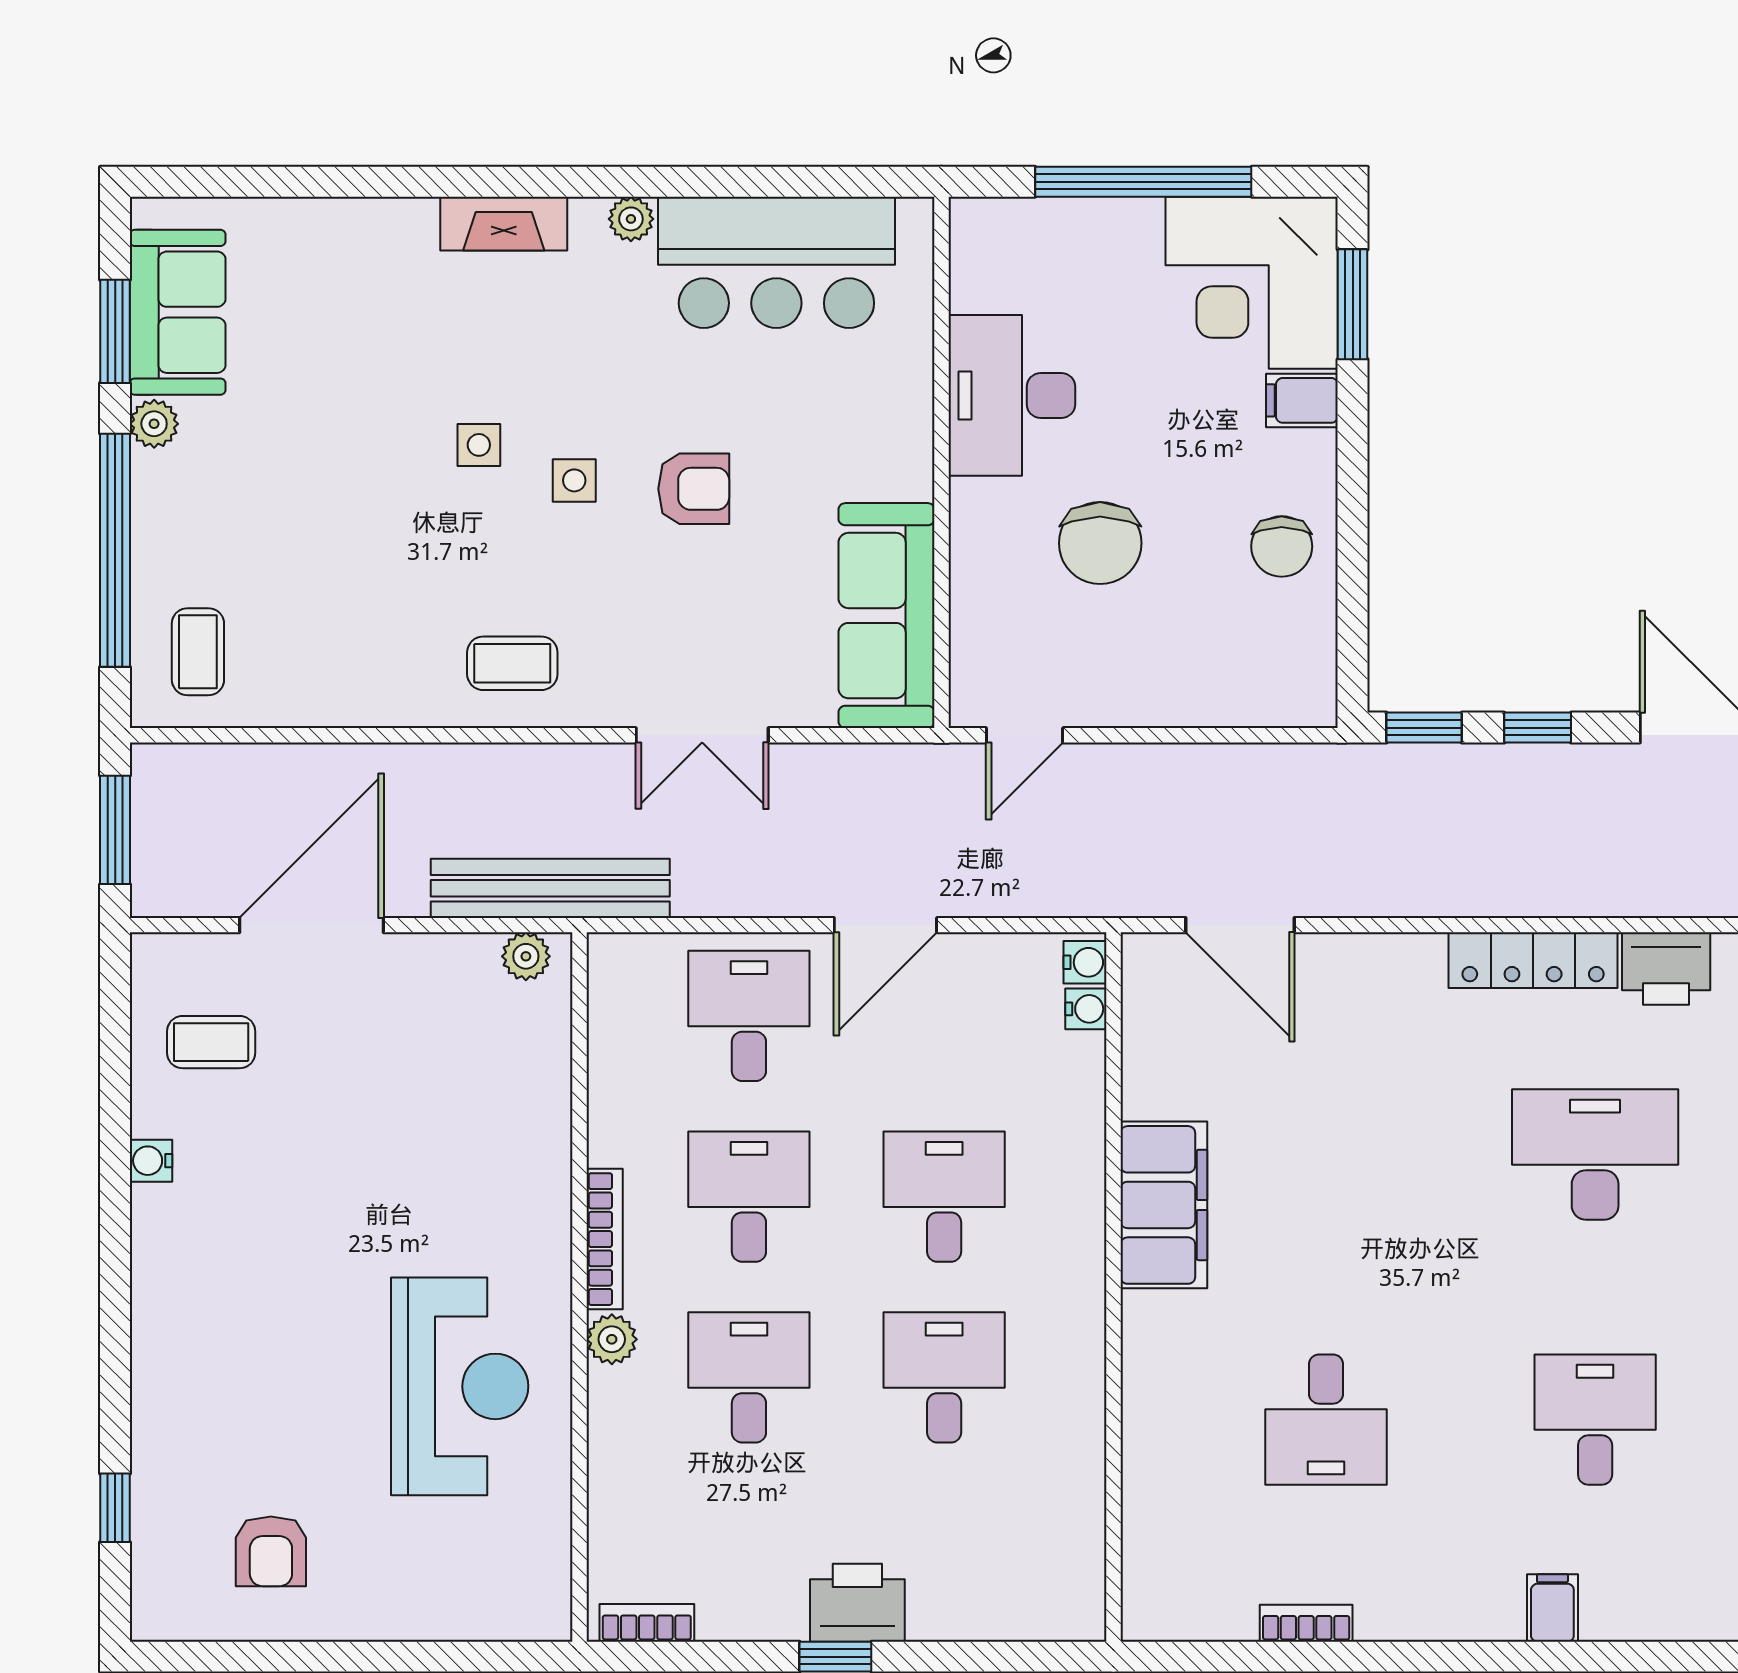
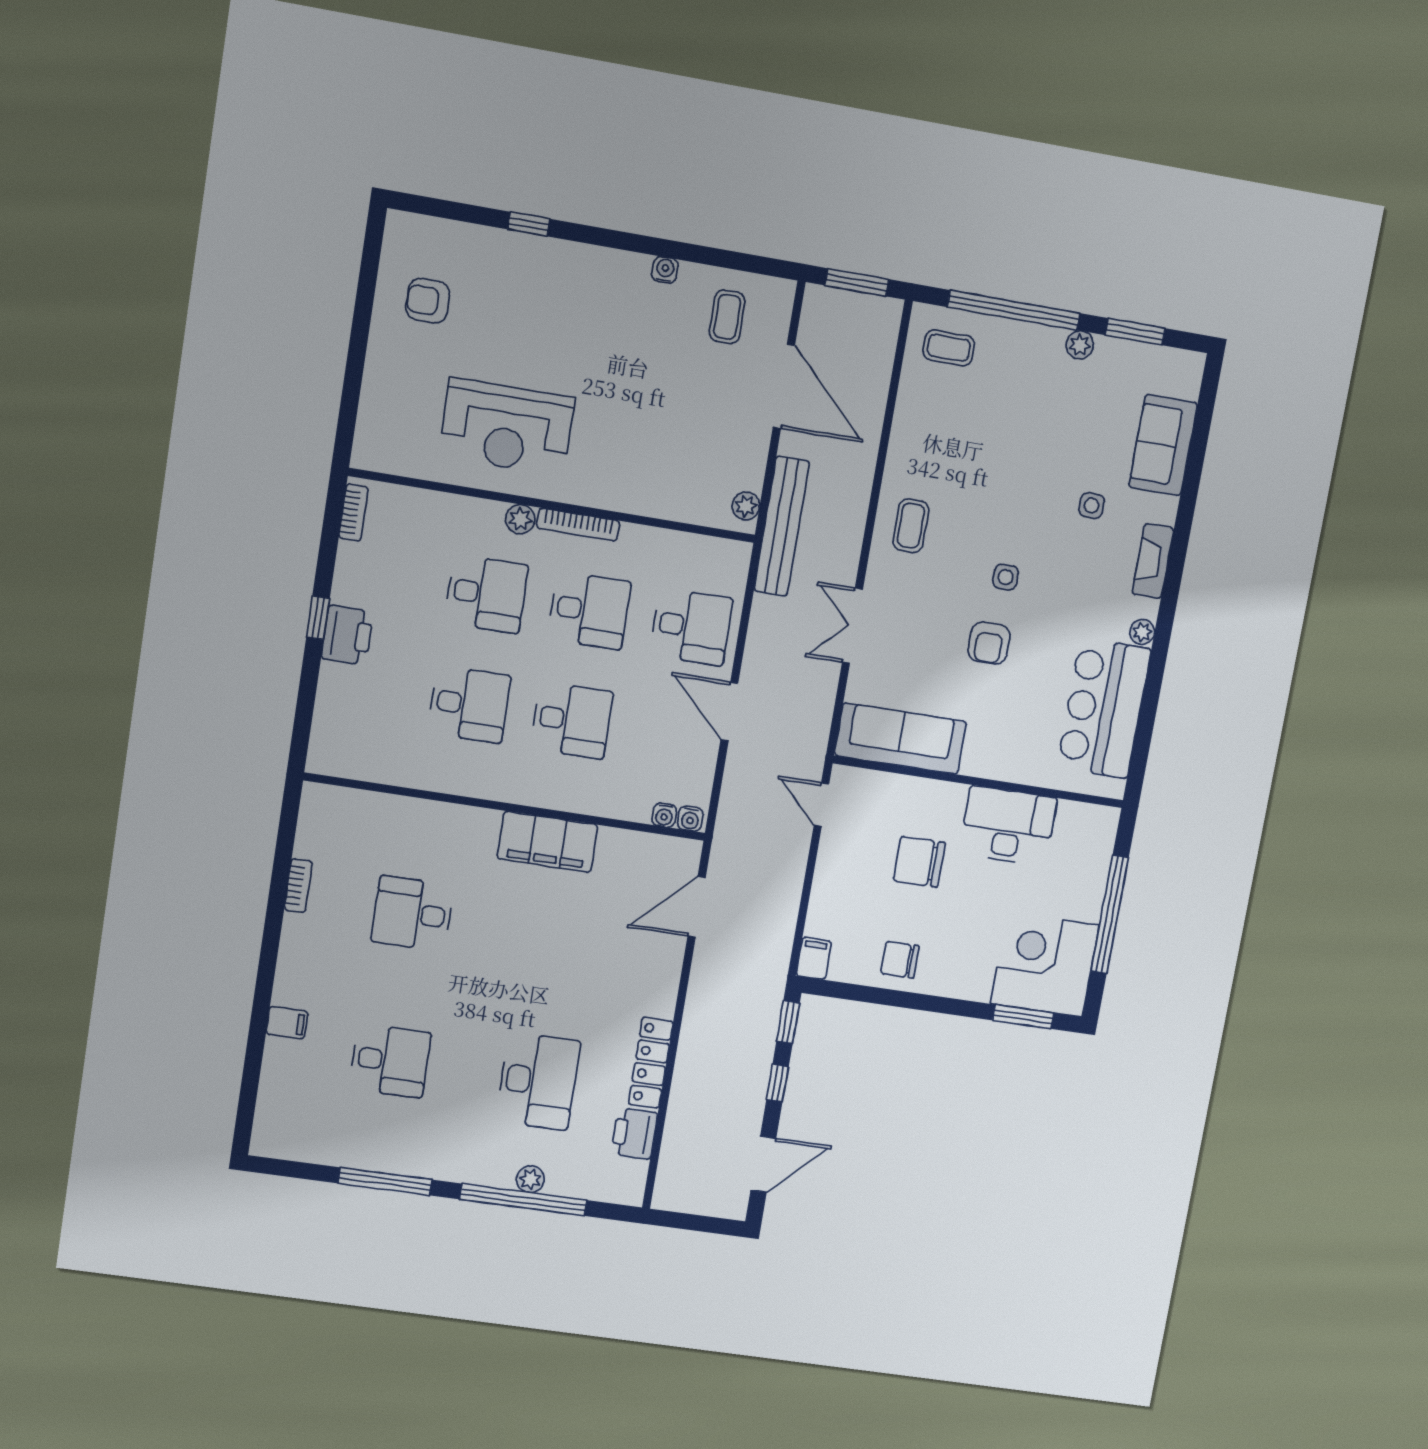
sofa: (178, 312) -> (1163, 445), moved, turned 90
filing cabinet: (1302, 400) -> (814, 958), moved
side table: (479, 445) -> (1092, 506), moved
window: (115, 1508) -> (529, 224), moved

